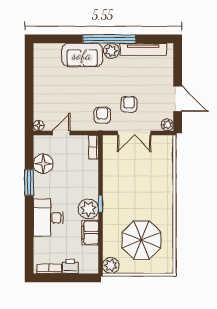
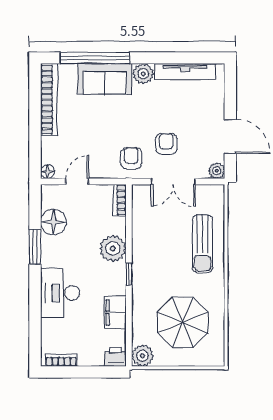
window: (109, 39) -> (95, 58), moved
bookcase: (40, 71) -> (49, 100), added
sun lounger: (156, 180) -> (202, 244), added
plant: (88, 209) -> (113, 248), moved
printer: (70, 266) -> (116, 357), moved

